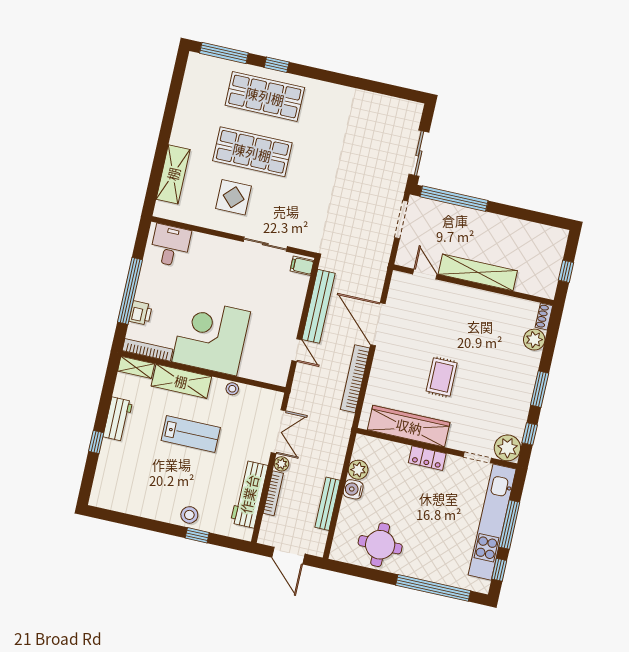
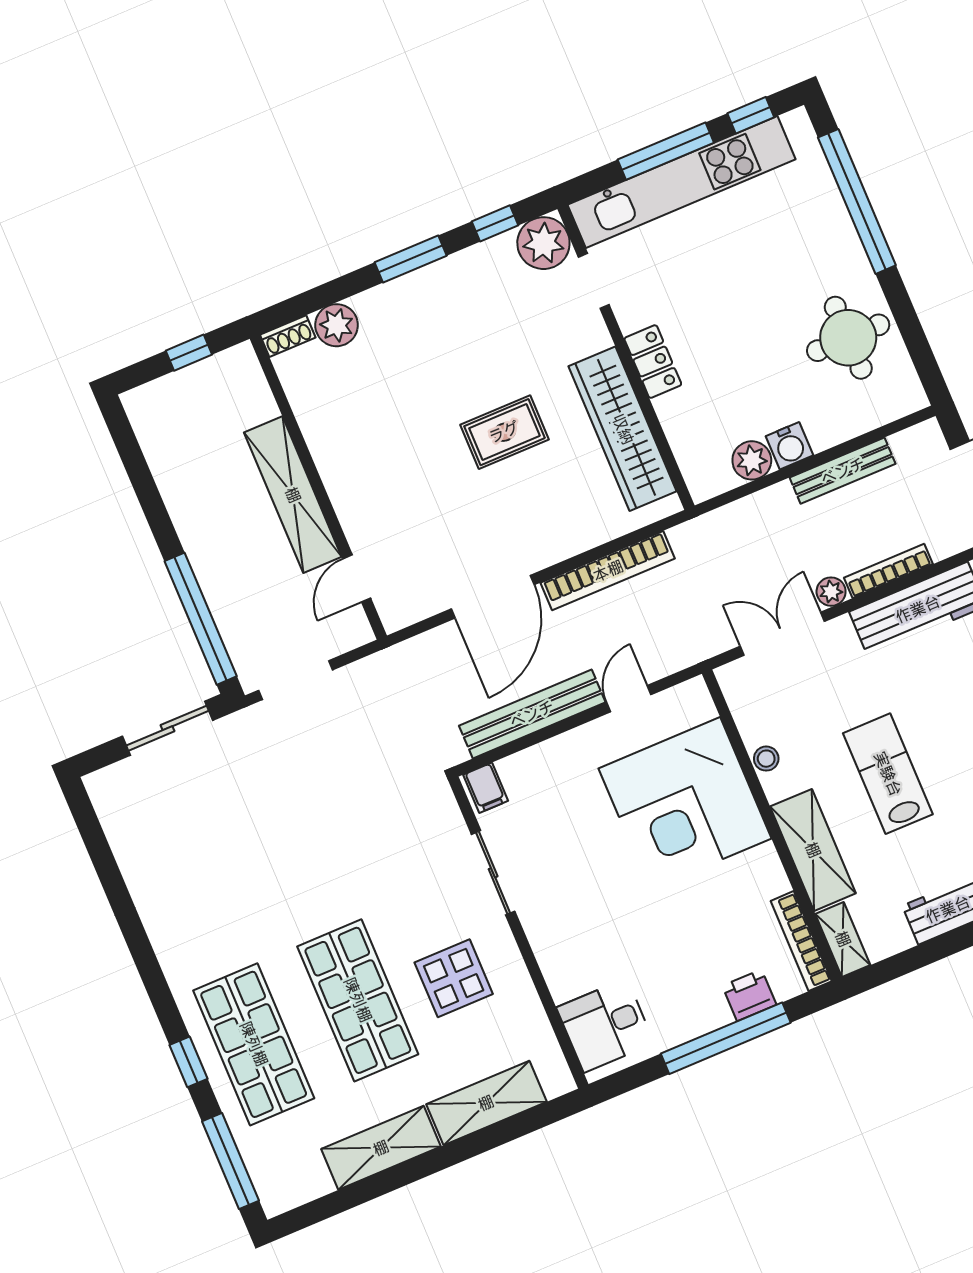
shelving: (186, 118) -> (381, 1148), added
corner desk: (211, 337) -> (685, 803), moved

